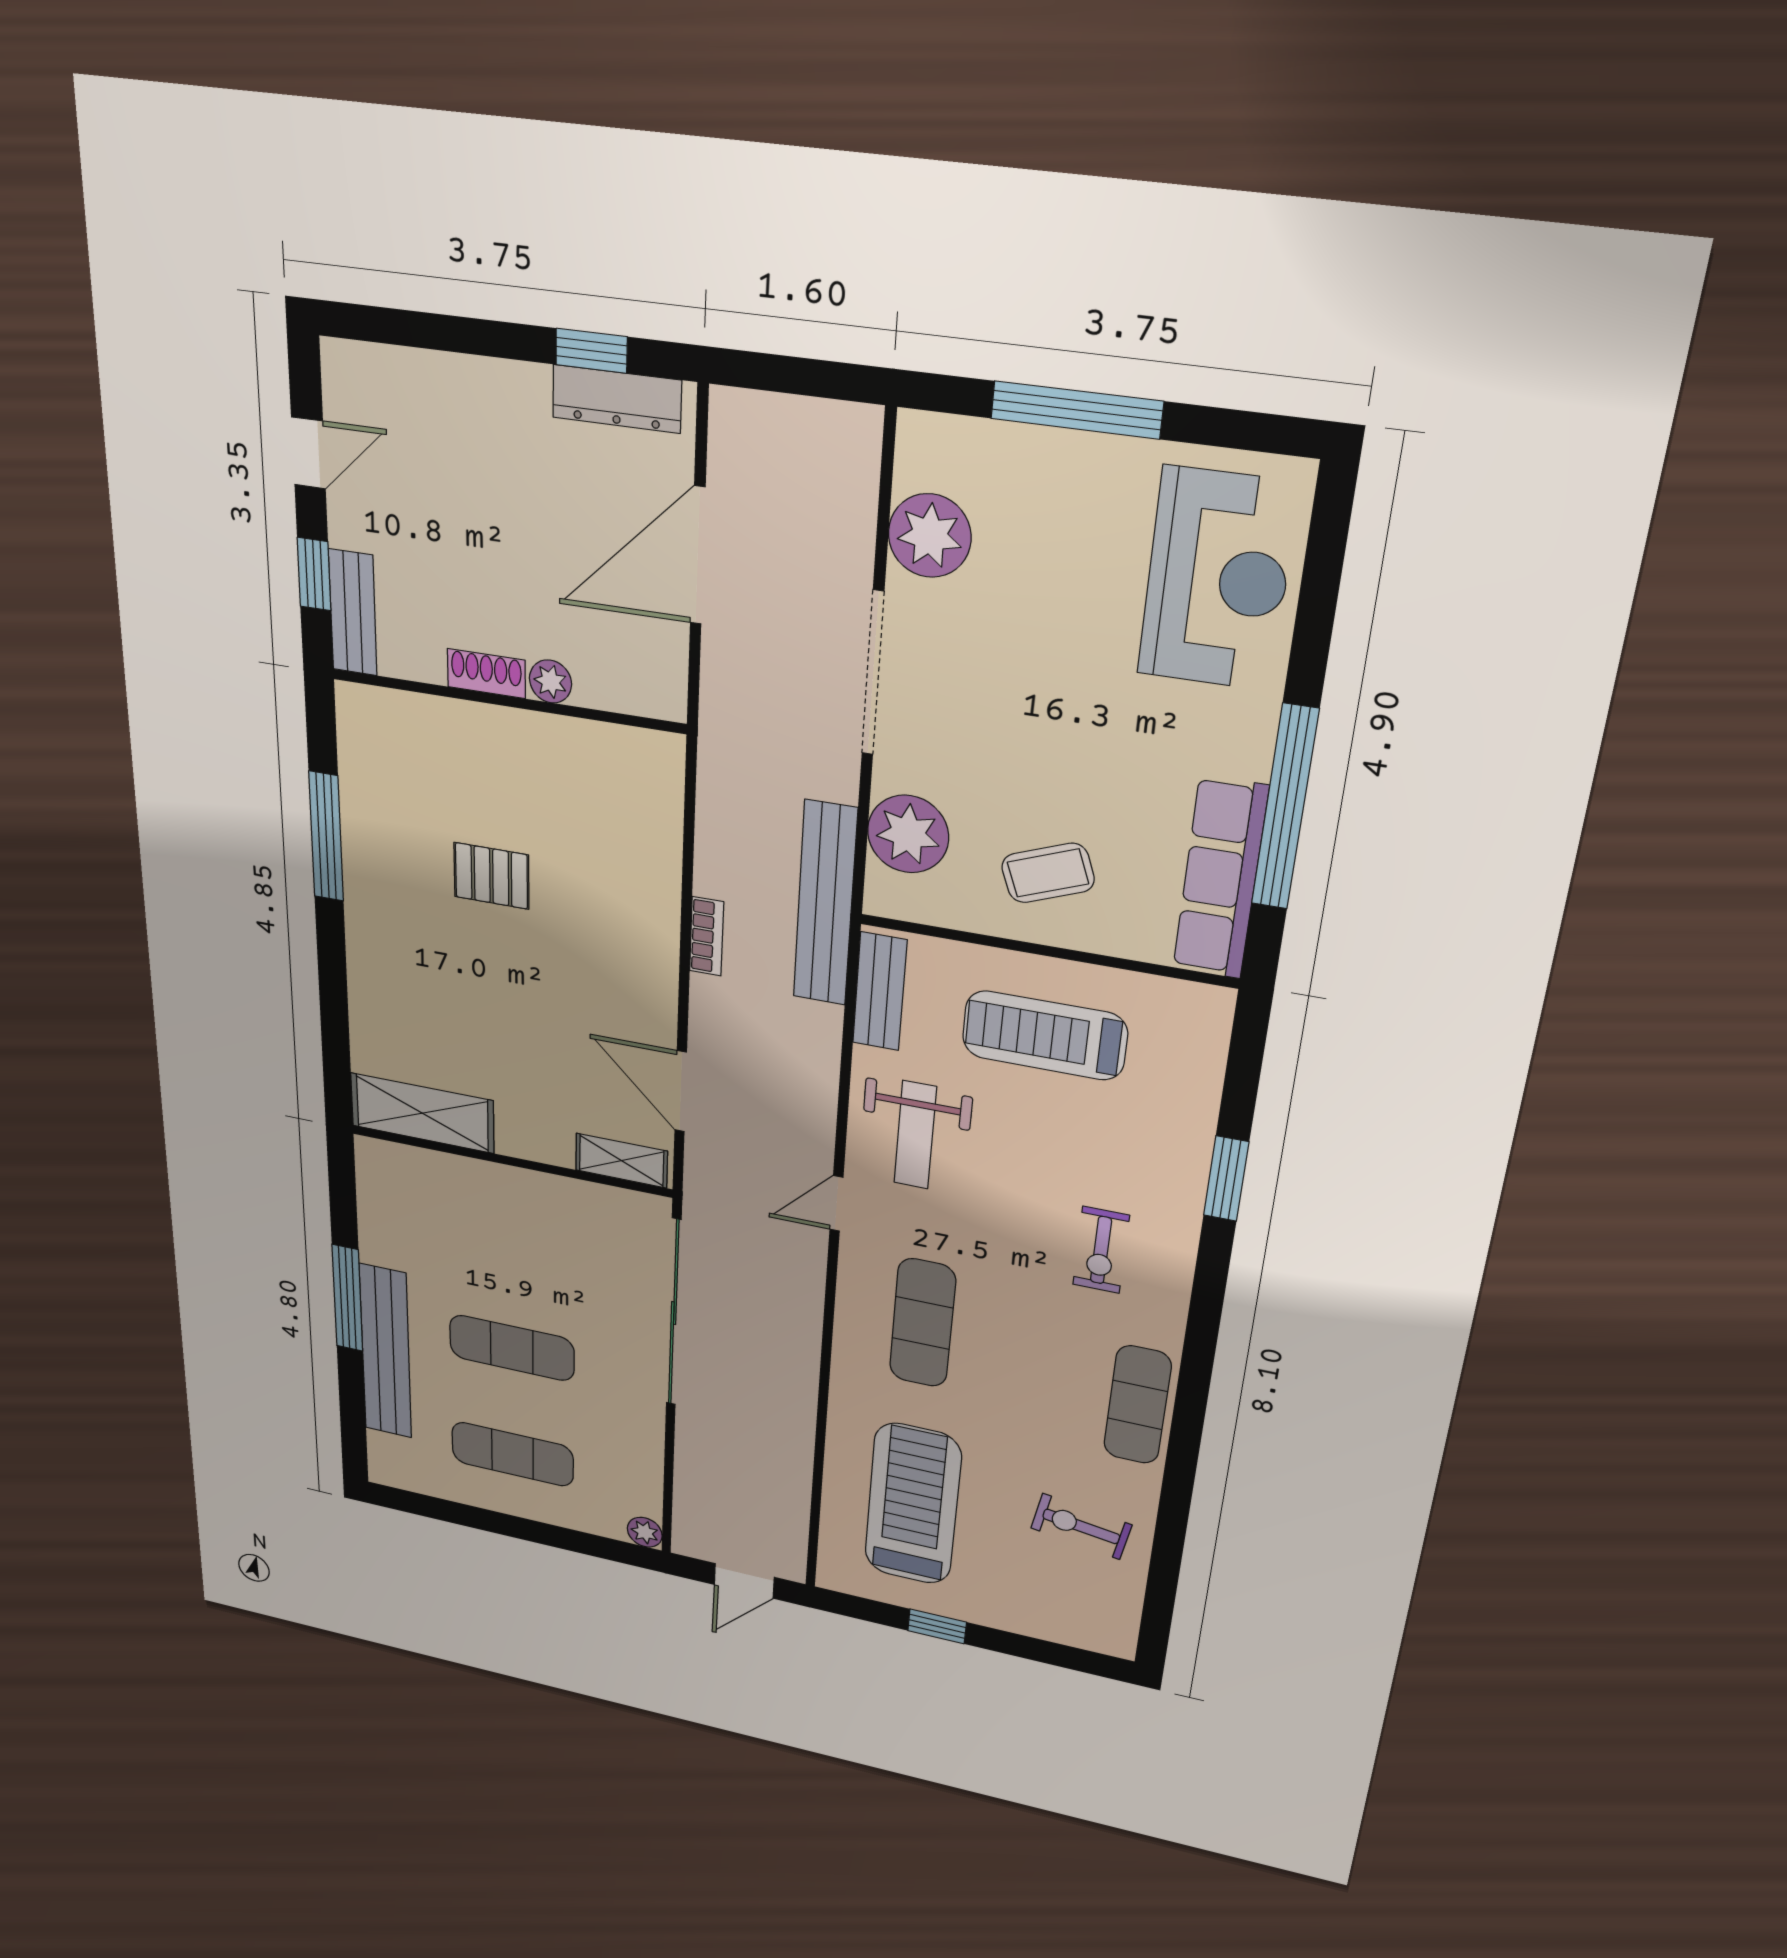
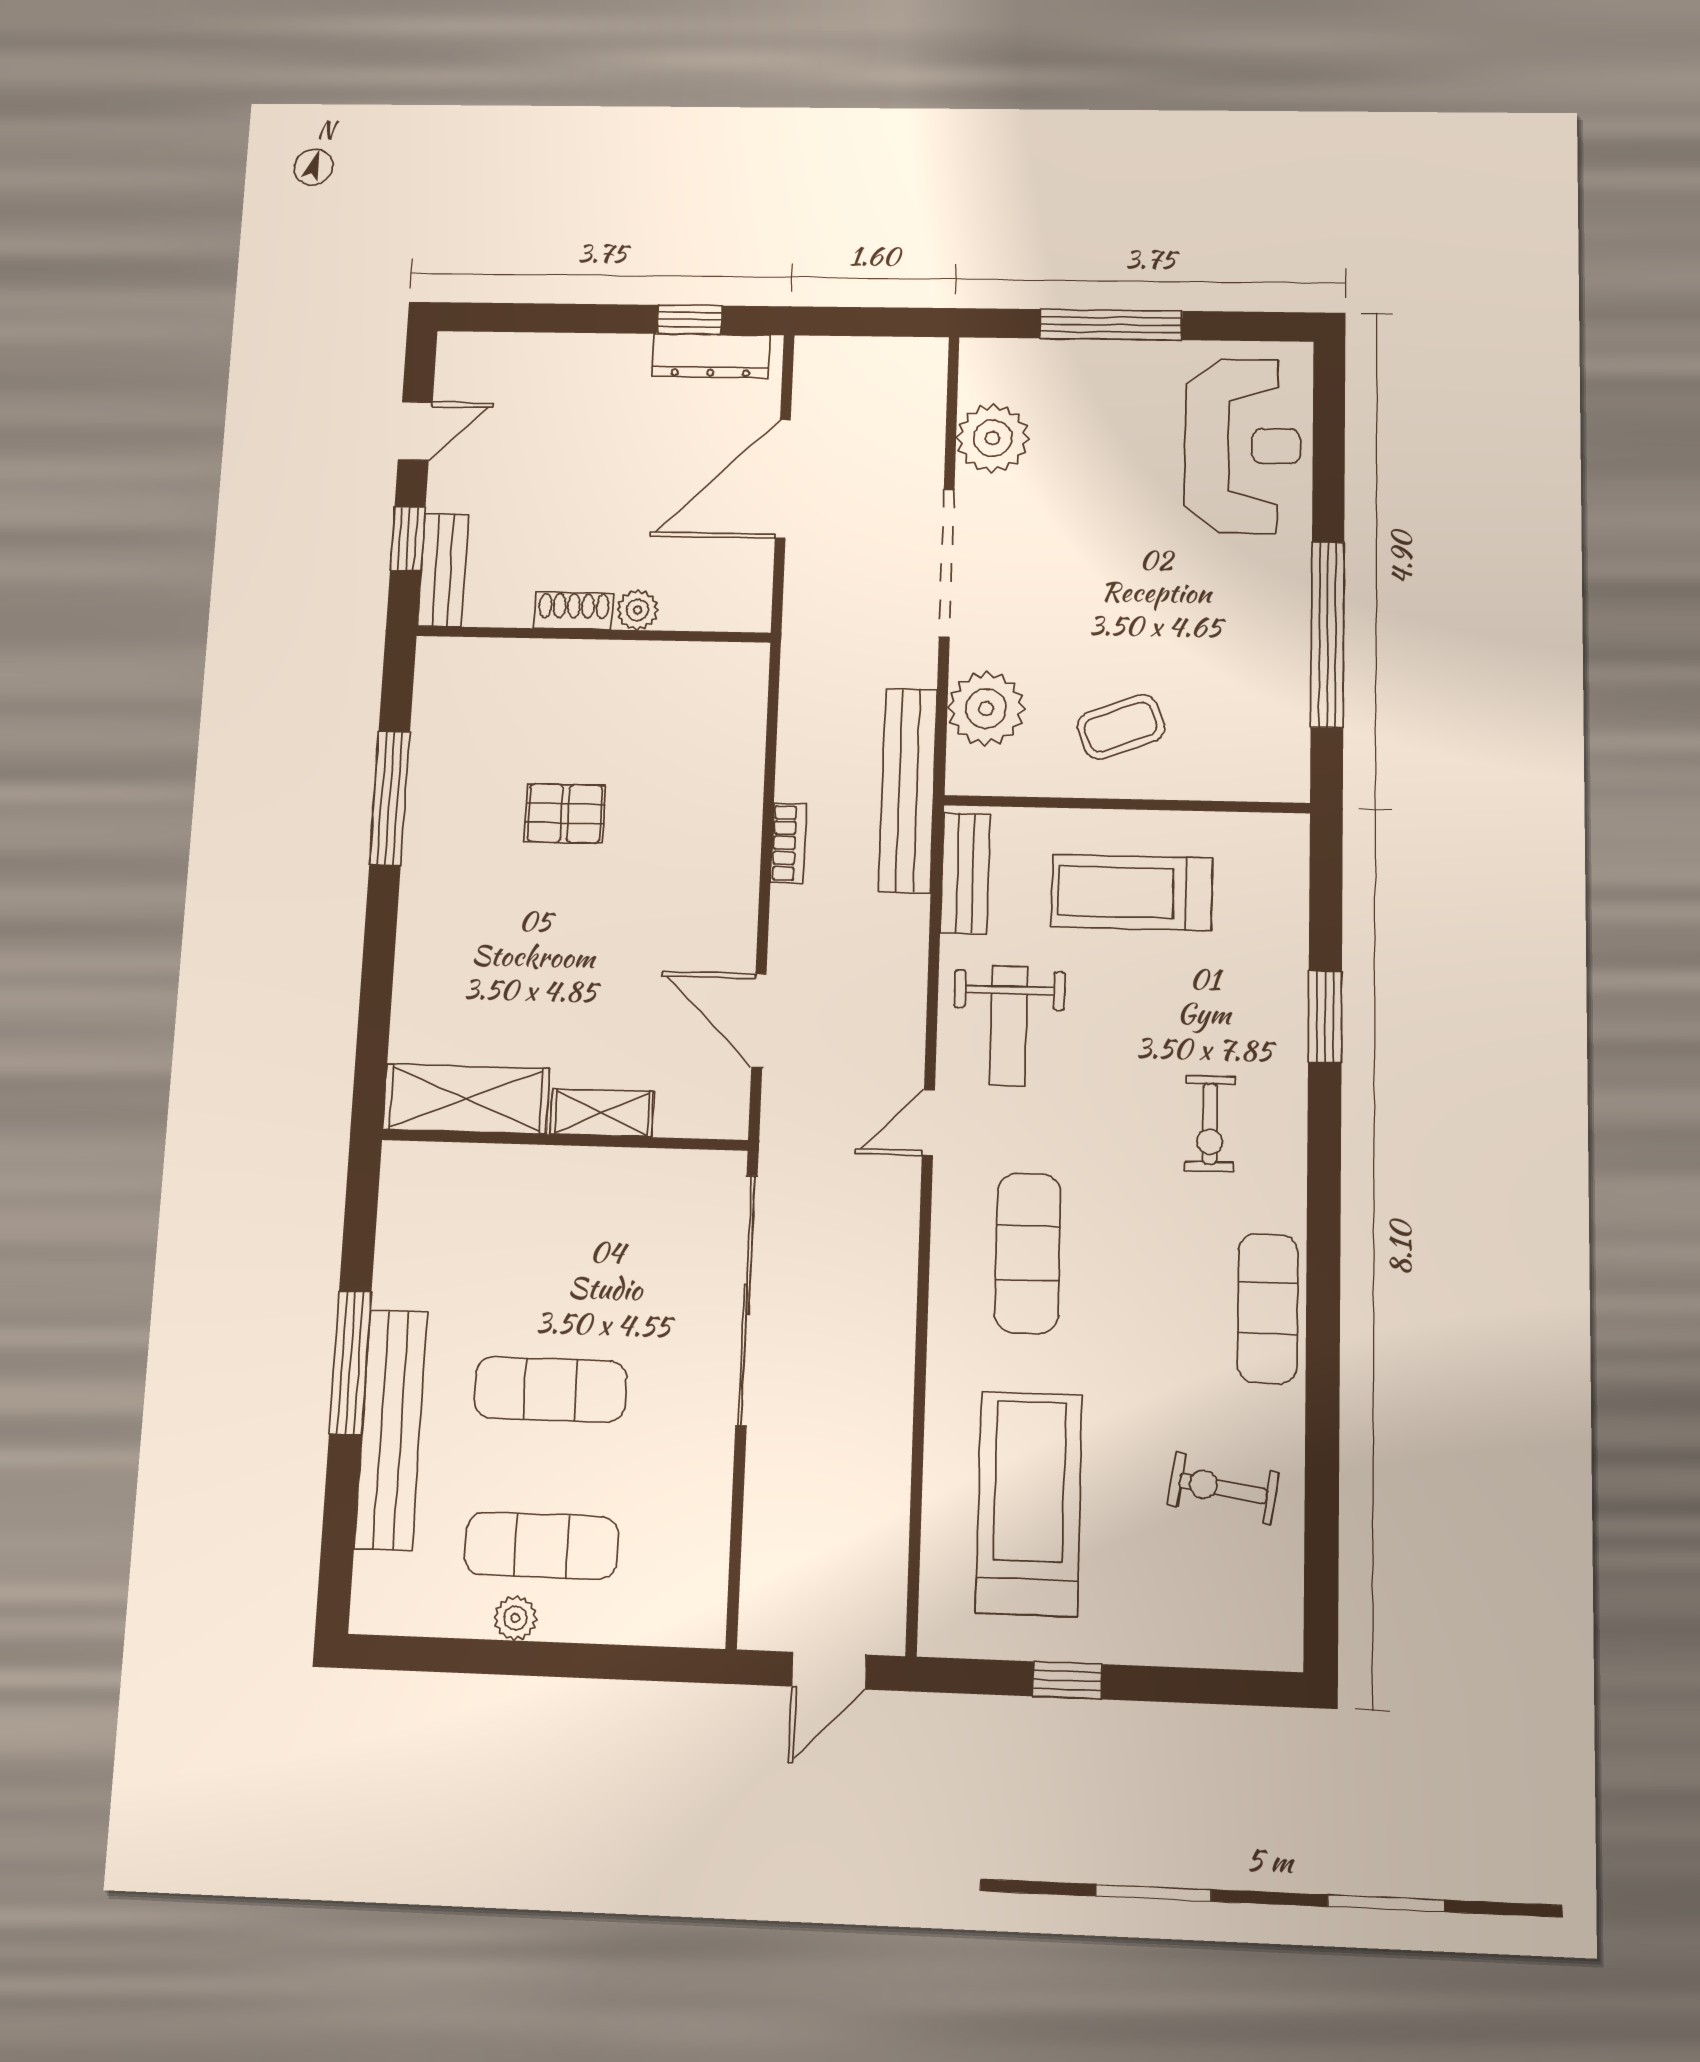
row of seats: (1220, 878) -> (1279, 708), removed
shelving: (621, 1161) -> (602, 1113), moved
plant: (645, 1532) -> (515, 1618), moved

